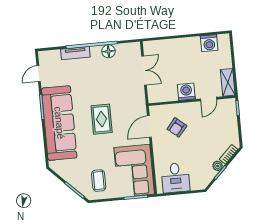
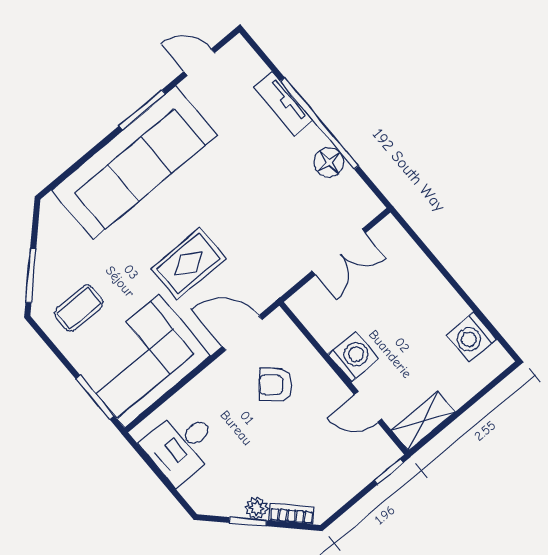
rug: (102, 119) -> (188, 264), moved

